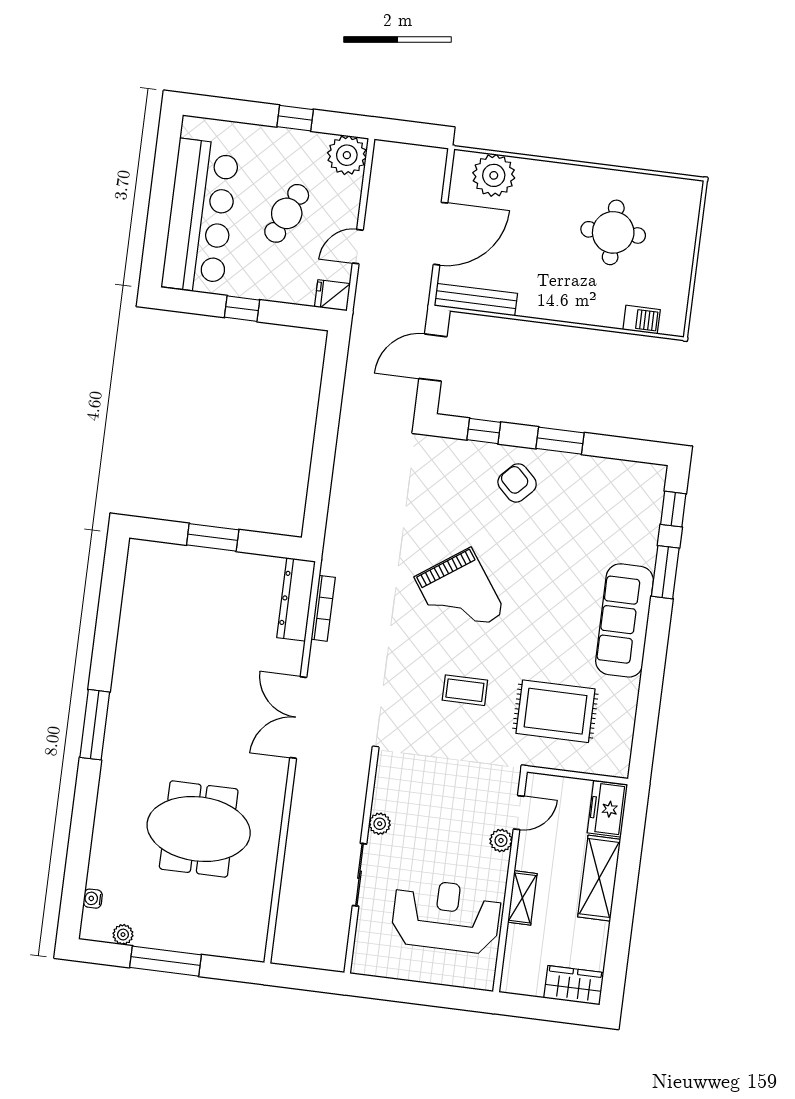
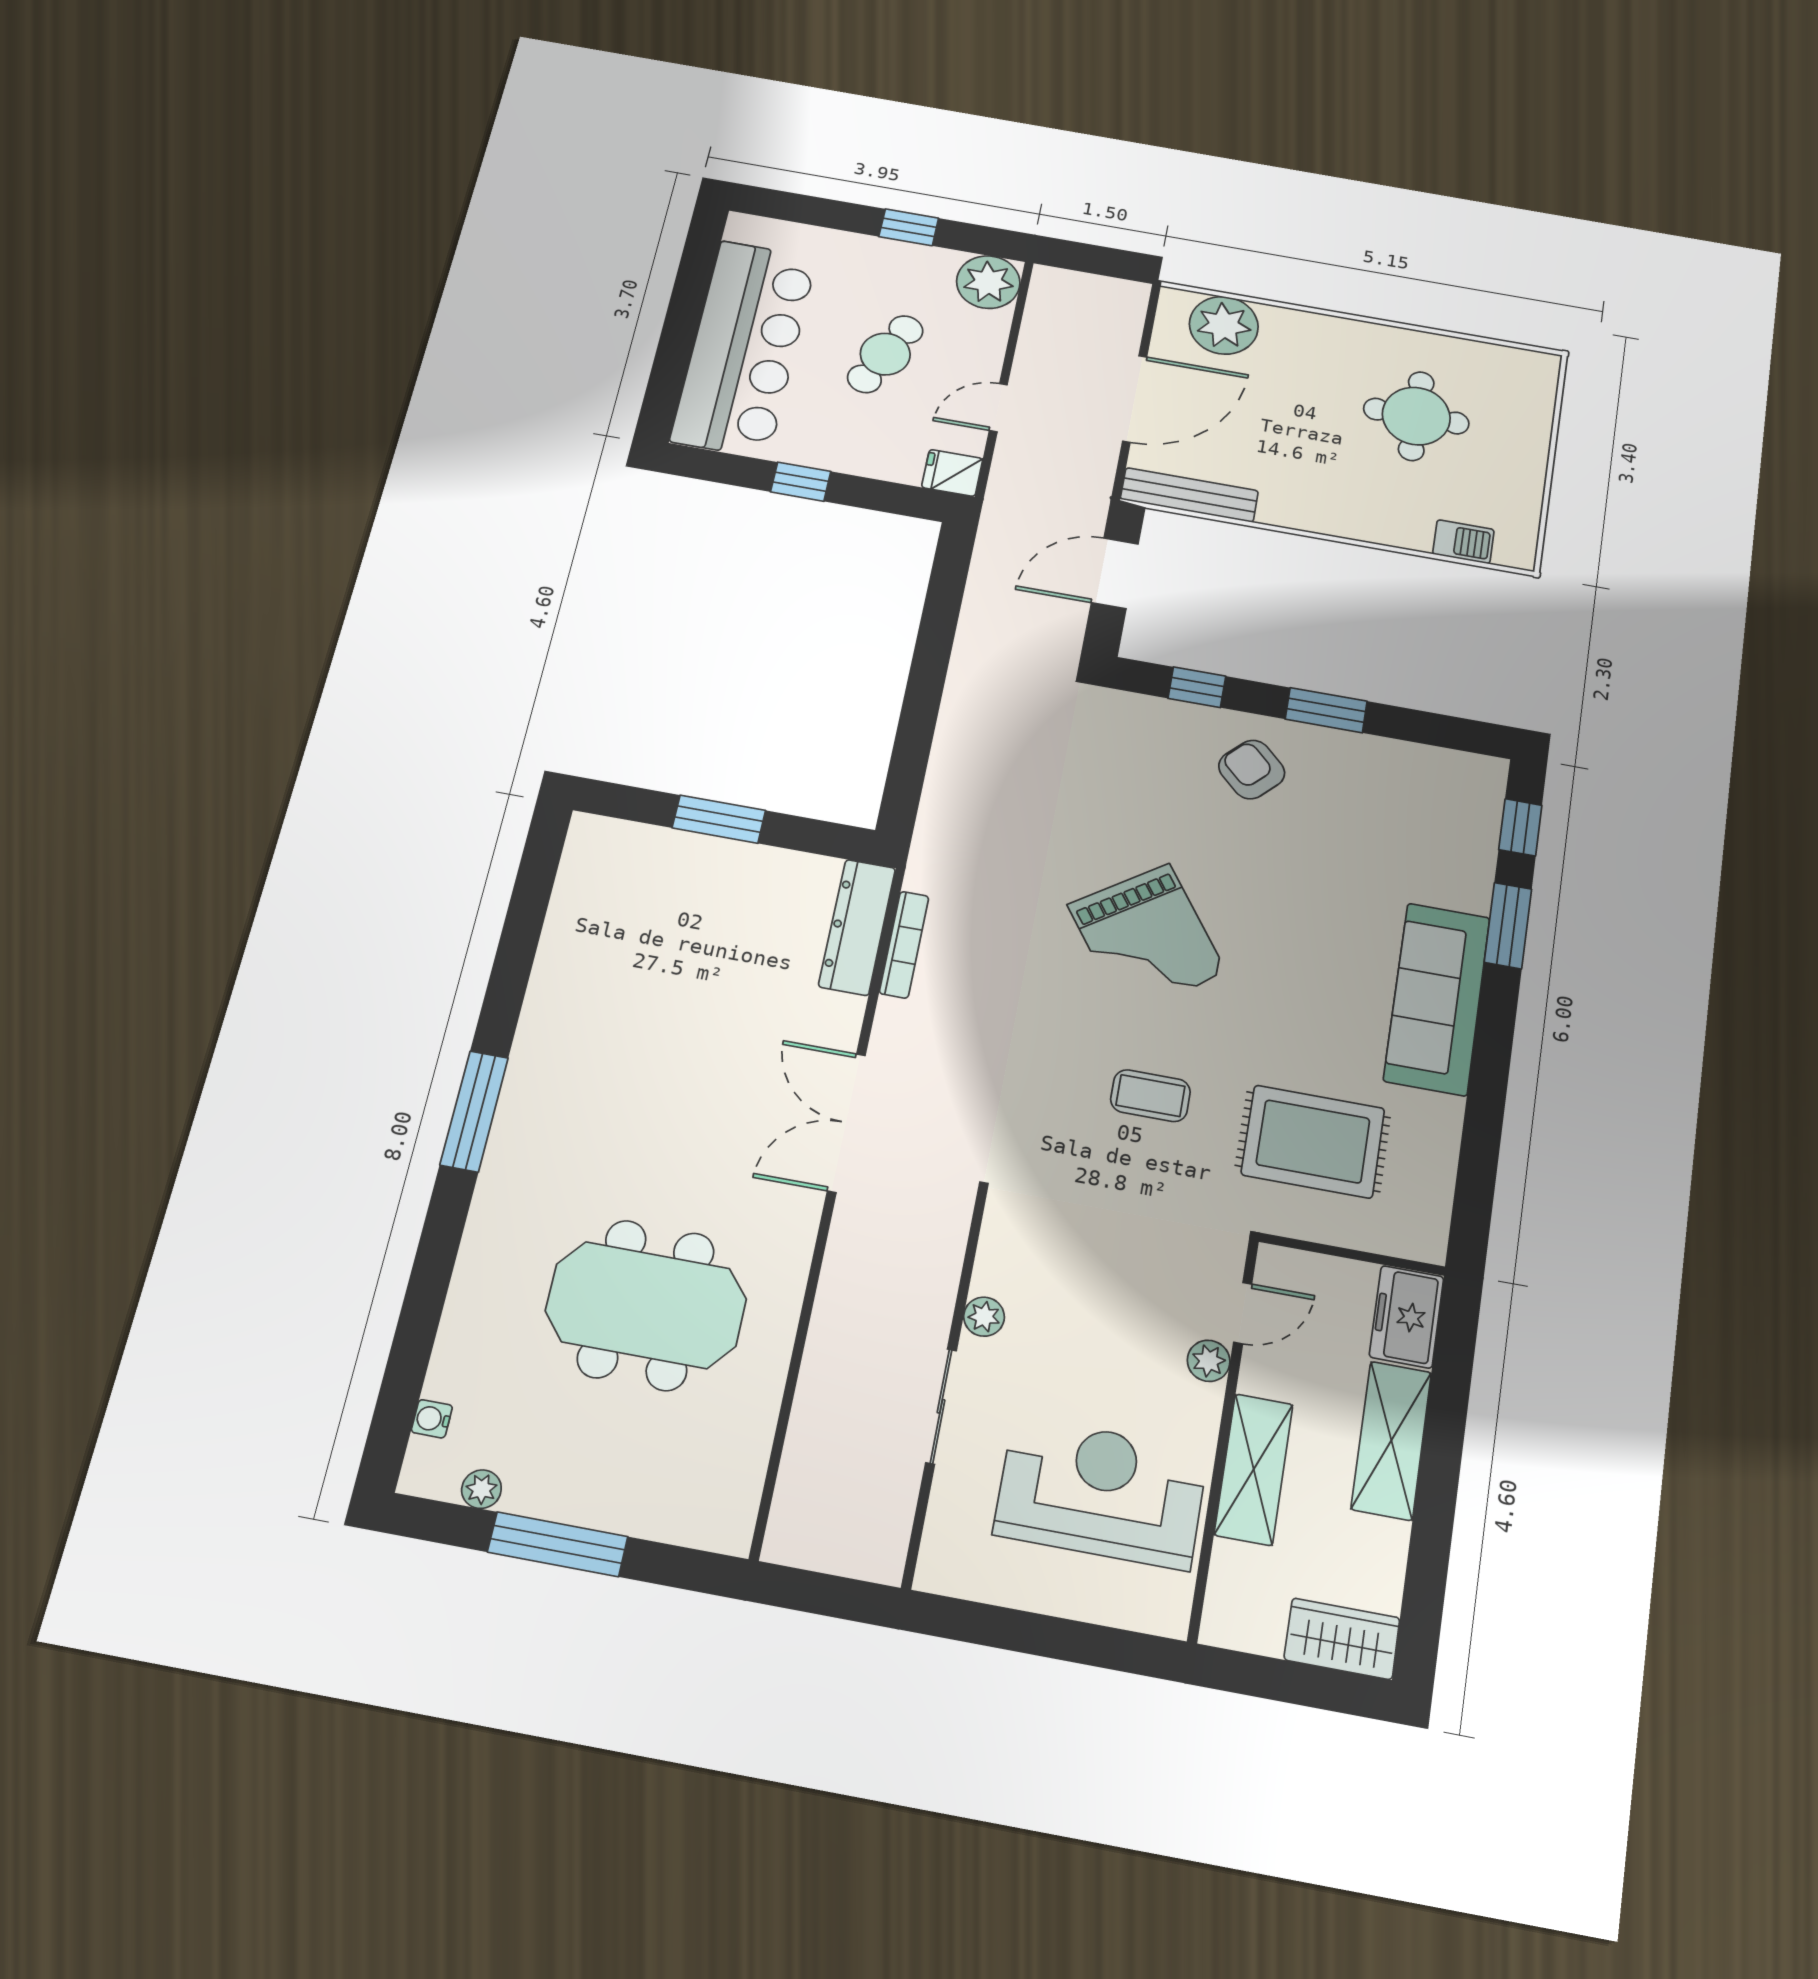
shelving: (522, 898) -> (1254, 1469), width x1.50, depth x1.33

